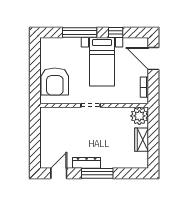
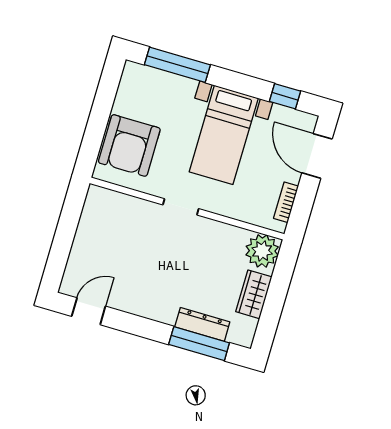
window: (80, 32) -> (177, 65), moved
window: (116, 32) -> (285, 96), moved
dresser: (87, 163) -> (202, 324), moved
window: (97, 173) -> (199, 344), moved

